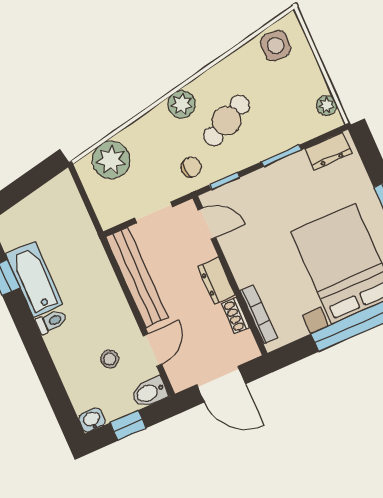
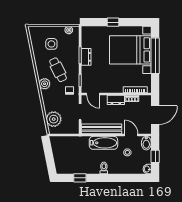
side table: (276, 45) -> (51, 44), moved
dresser: (328, 151) -> (86, 57), moved
door: (207, 224) -> (93, 94), swing flipped
bathtub: (34, 279) -> (103, 143), moved, turned 180

